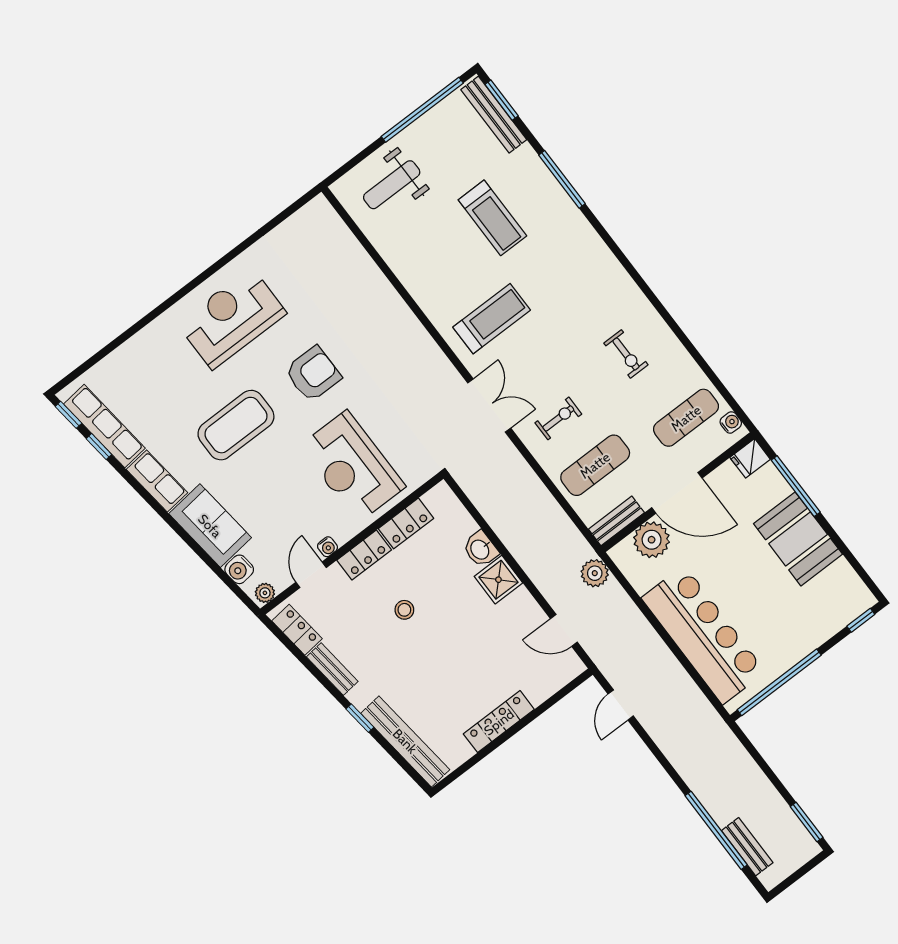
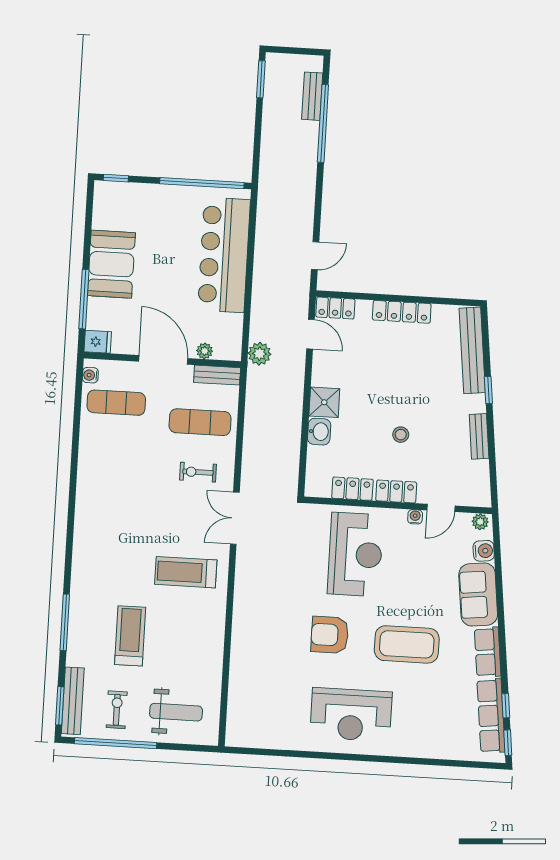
exercise bike: (626, 354) -> (117, 710), moved
plant: (652, 540) -> (205, 351), width x0.53, depth x0.53
locker: (297, 630) -> (335, 308), moved, turned -83

